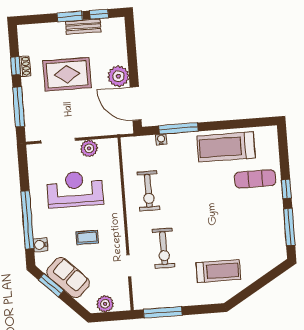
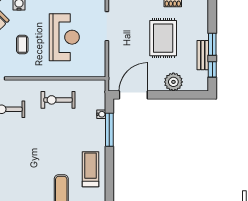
plant: (118, 76) -> (173, 82), moved
treadmill: (226, 147) -> (91, 169), width x0.73, depth x0.73
plant: (89, 148) -> (98, 52), removed

